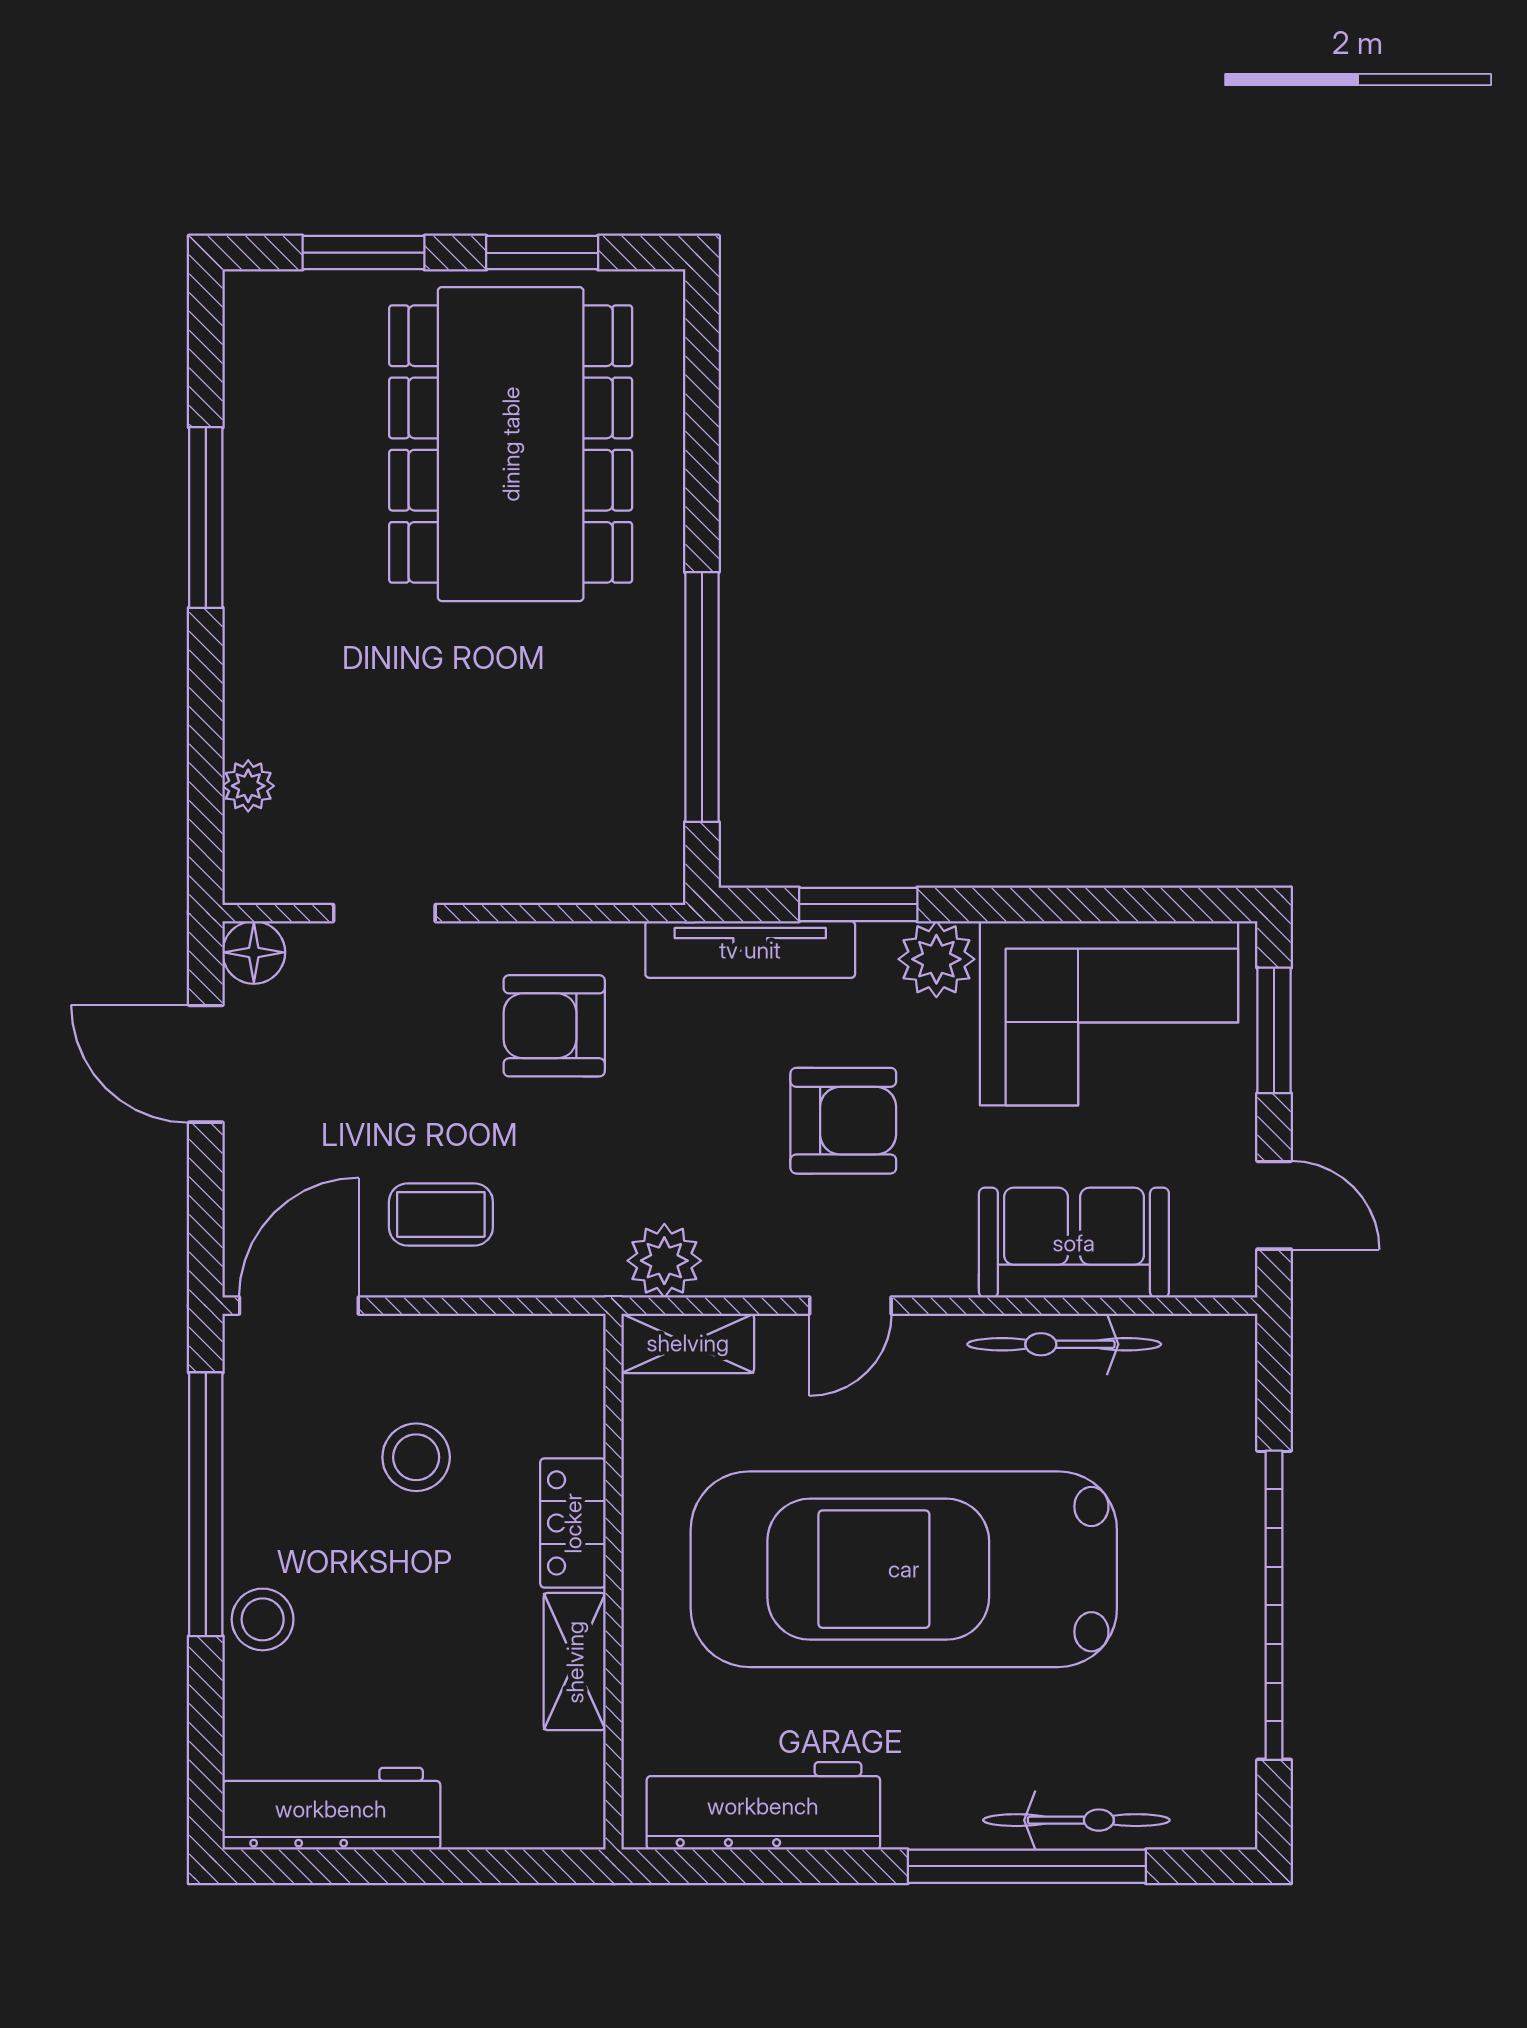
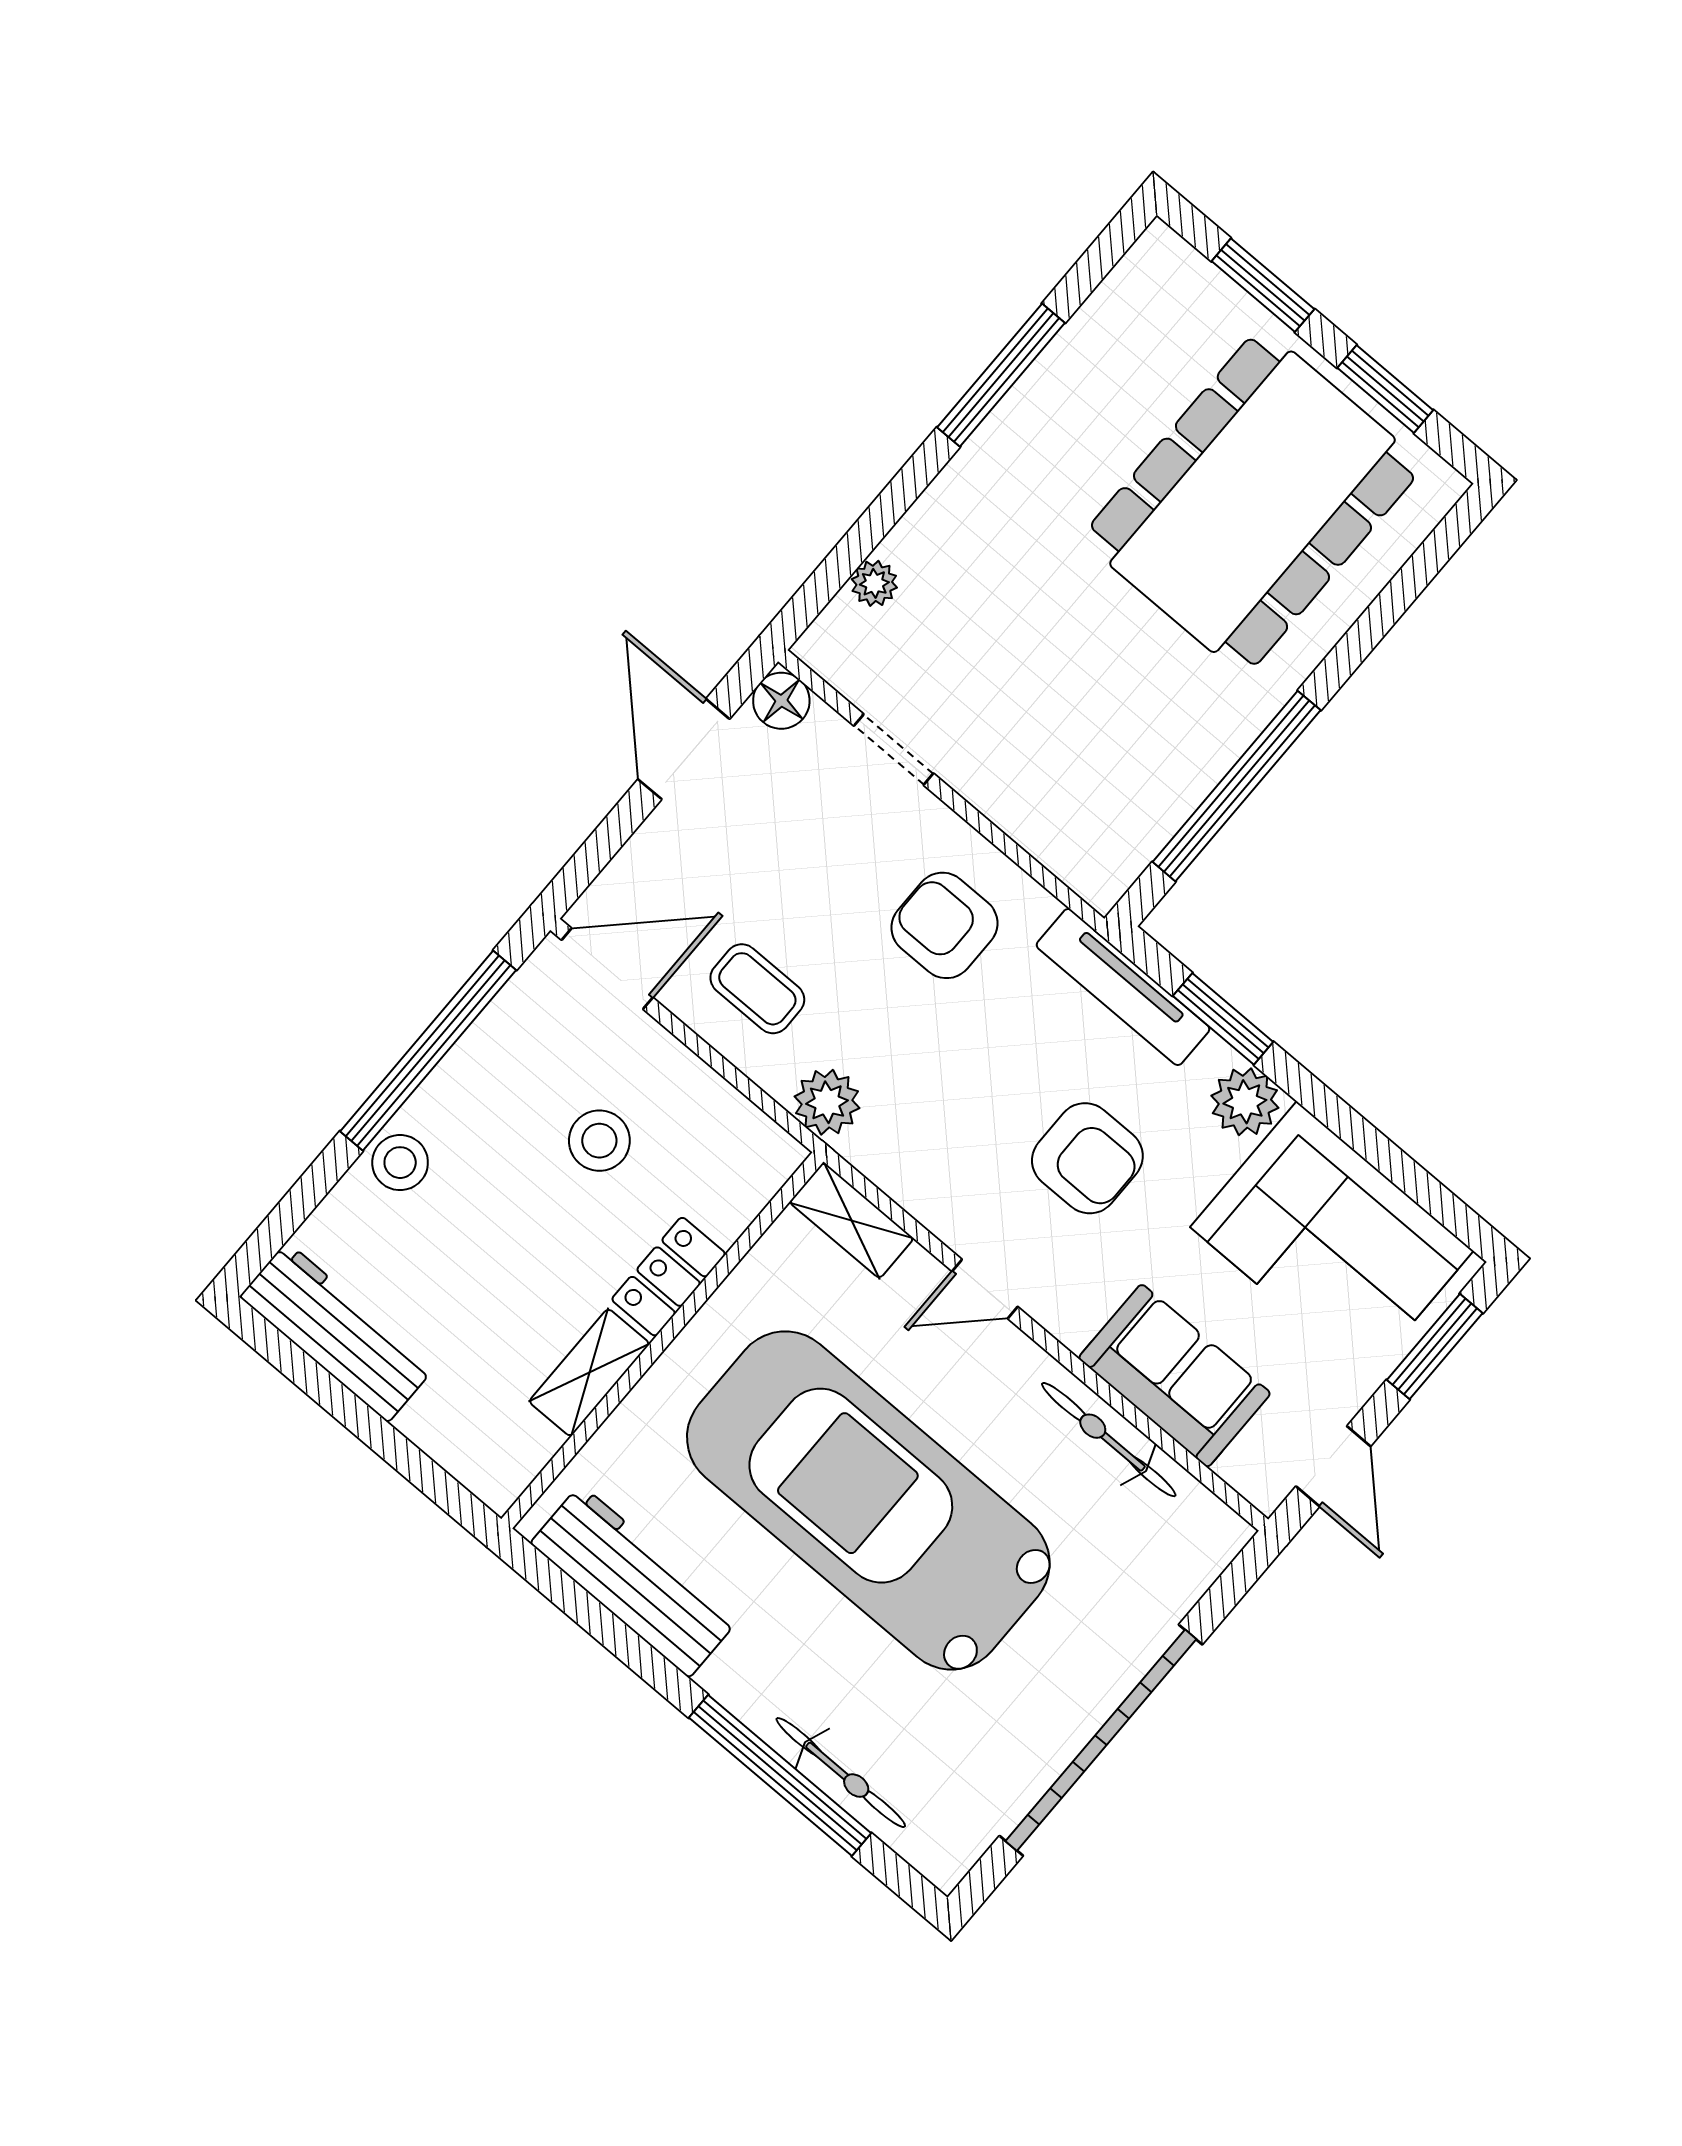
plant: (664, 1261) -> (827, 1102), moved

